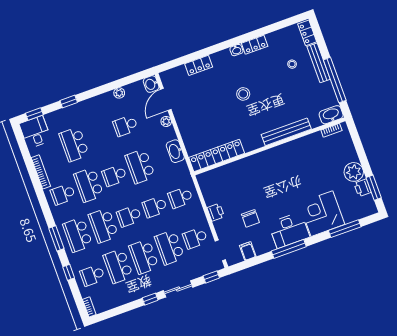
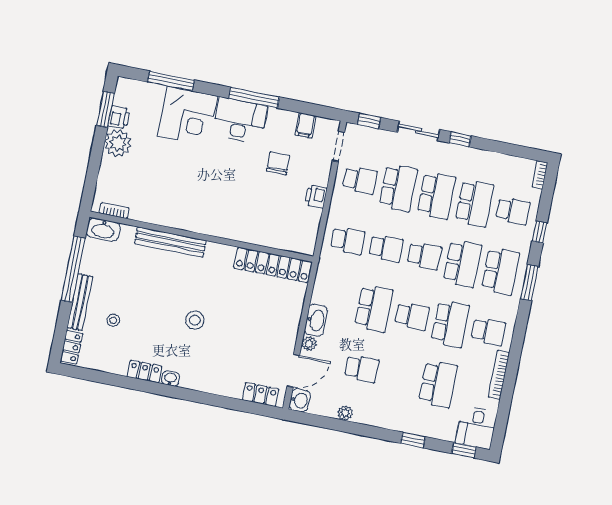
locker: (199, 65) -> (261, 394), moved
washbasin: (175, 151) -> (316, 320), moved

